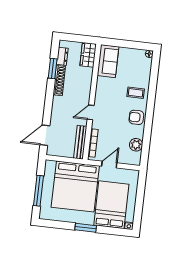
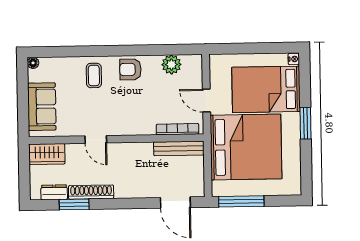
sofa: (108, 61) -> (42, 107), moved, turned 90
door: (91, 112) -> (96, 139), moved
armchair: (136, 117) -> (130, 69), turned 90
window: (38, 191) -> (241, 201), moved

